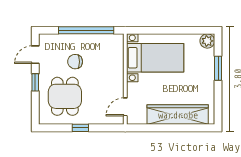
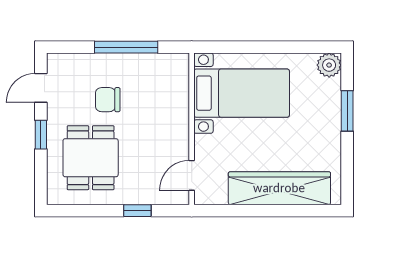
window: (86, 30) -> (126, 47), width x0.68
window: (80, 128) -> (137, 211), moved

